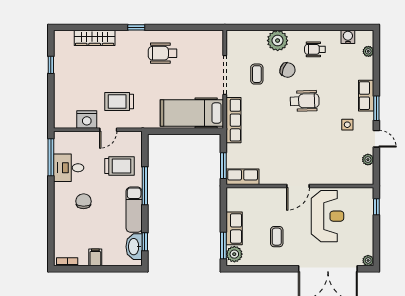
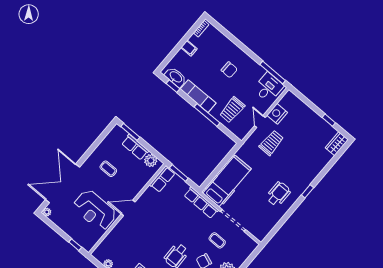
wardrobe: (95, 38) -> (337, 144), moved, width x0.67
desk: (69, 168) -> (268, 87), moved
door: (298, 186) -> (128, 208), hinge flipped
plant: (234, 254) -> (151, 160), moved

